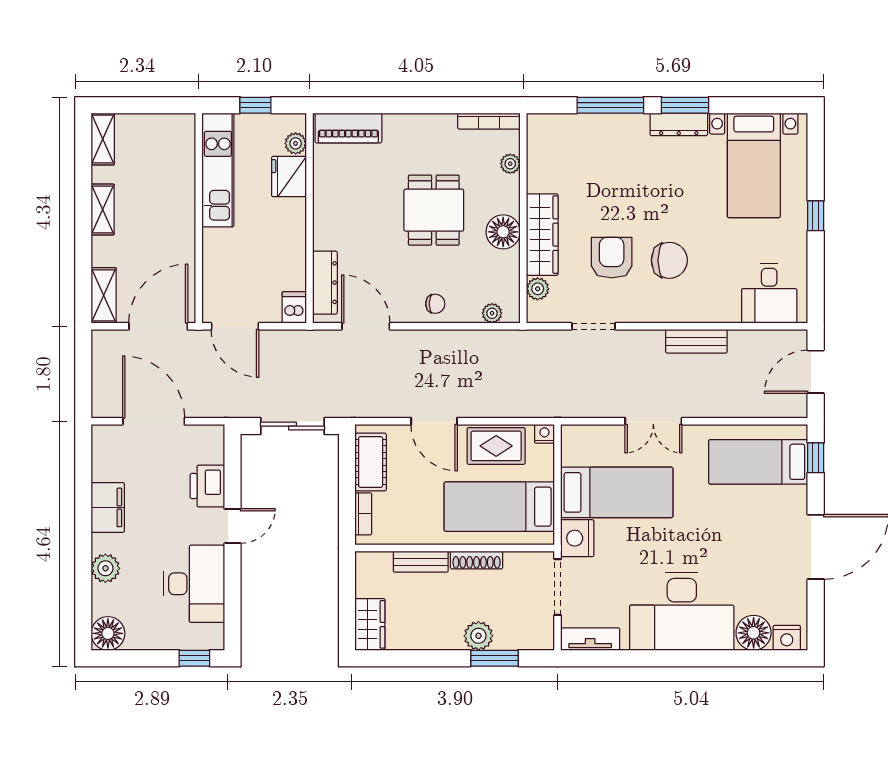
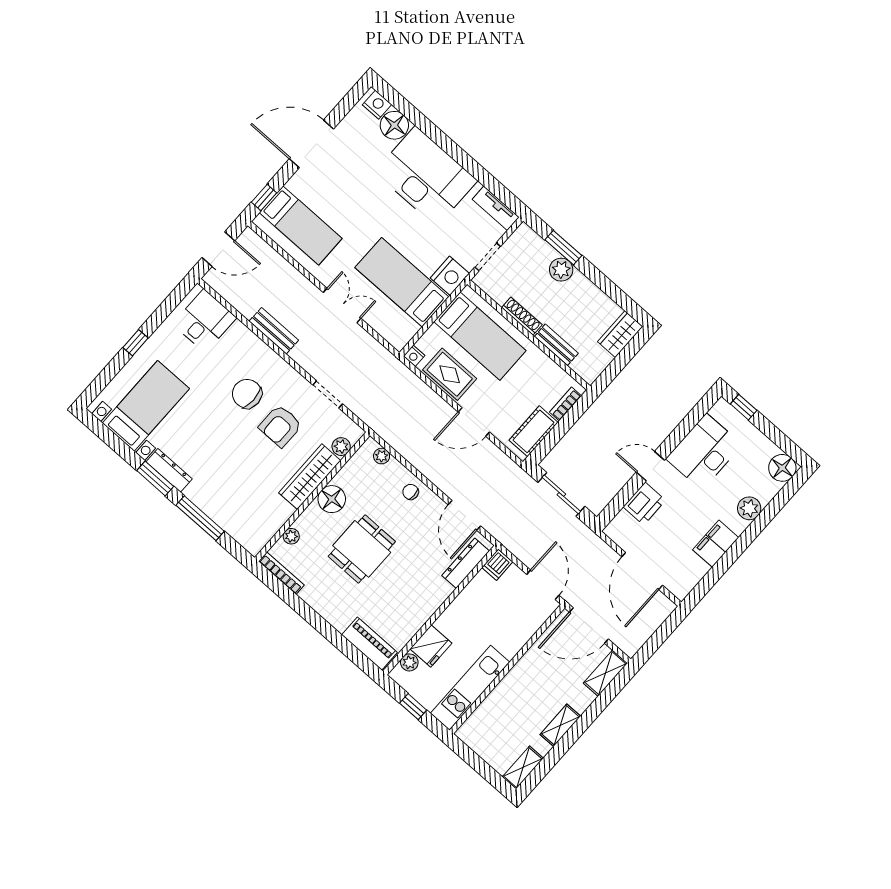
door: (434, 421) -> (474, 422), swing flipped
doorway: (558, 587) -> (488, 257), width x0.73

